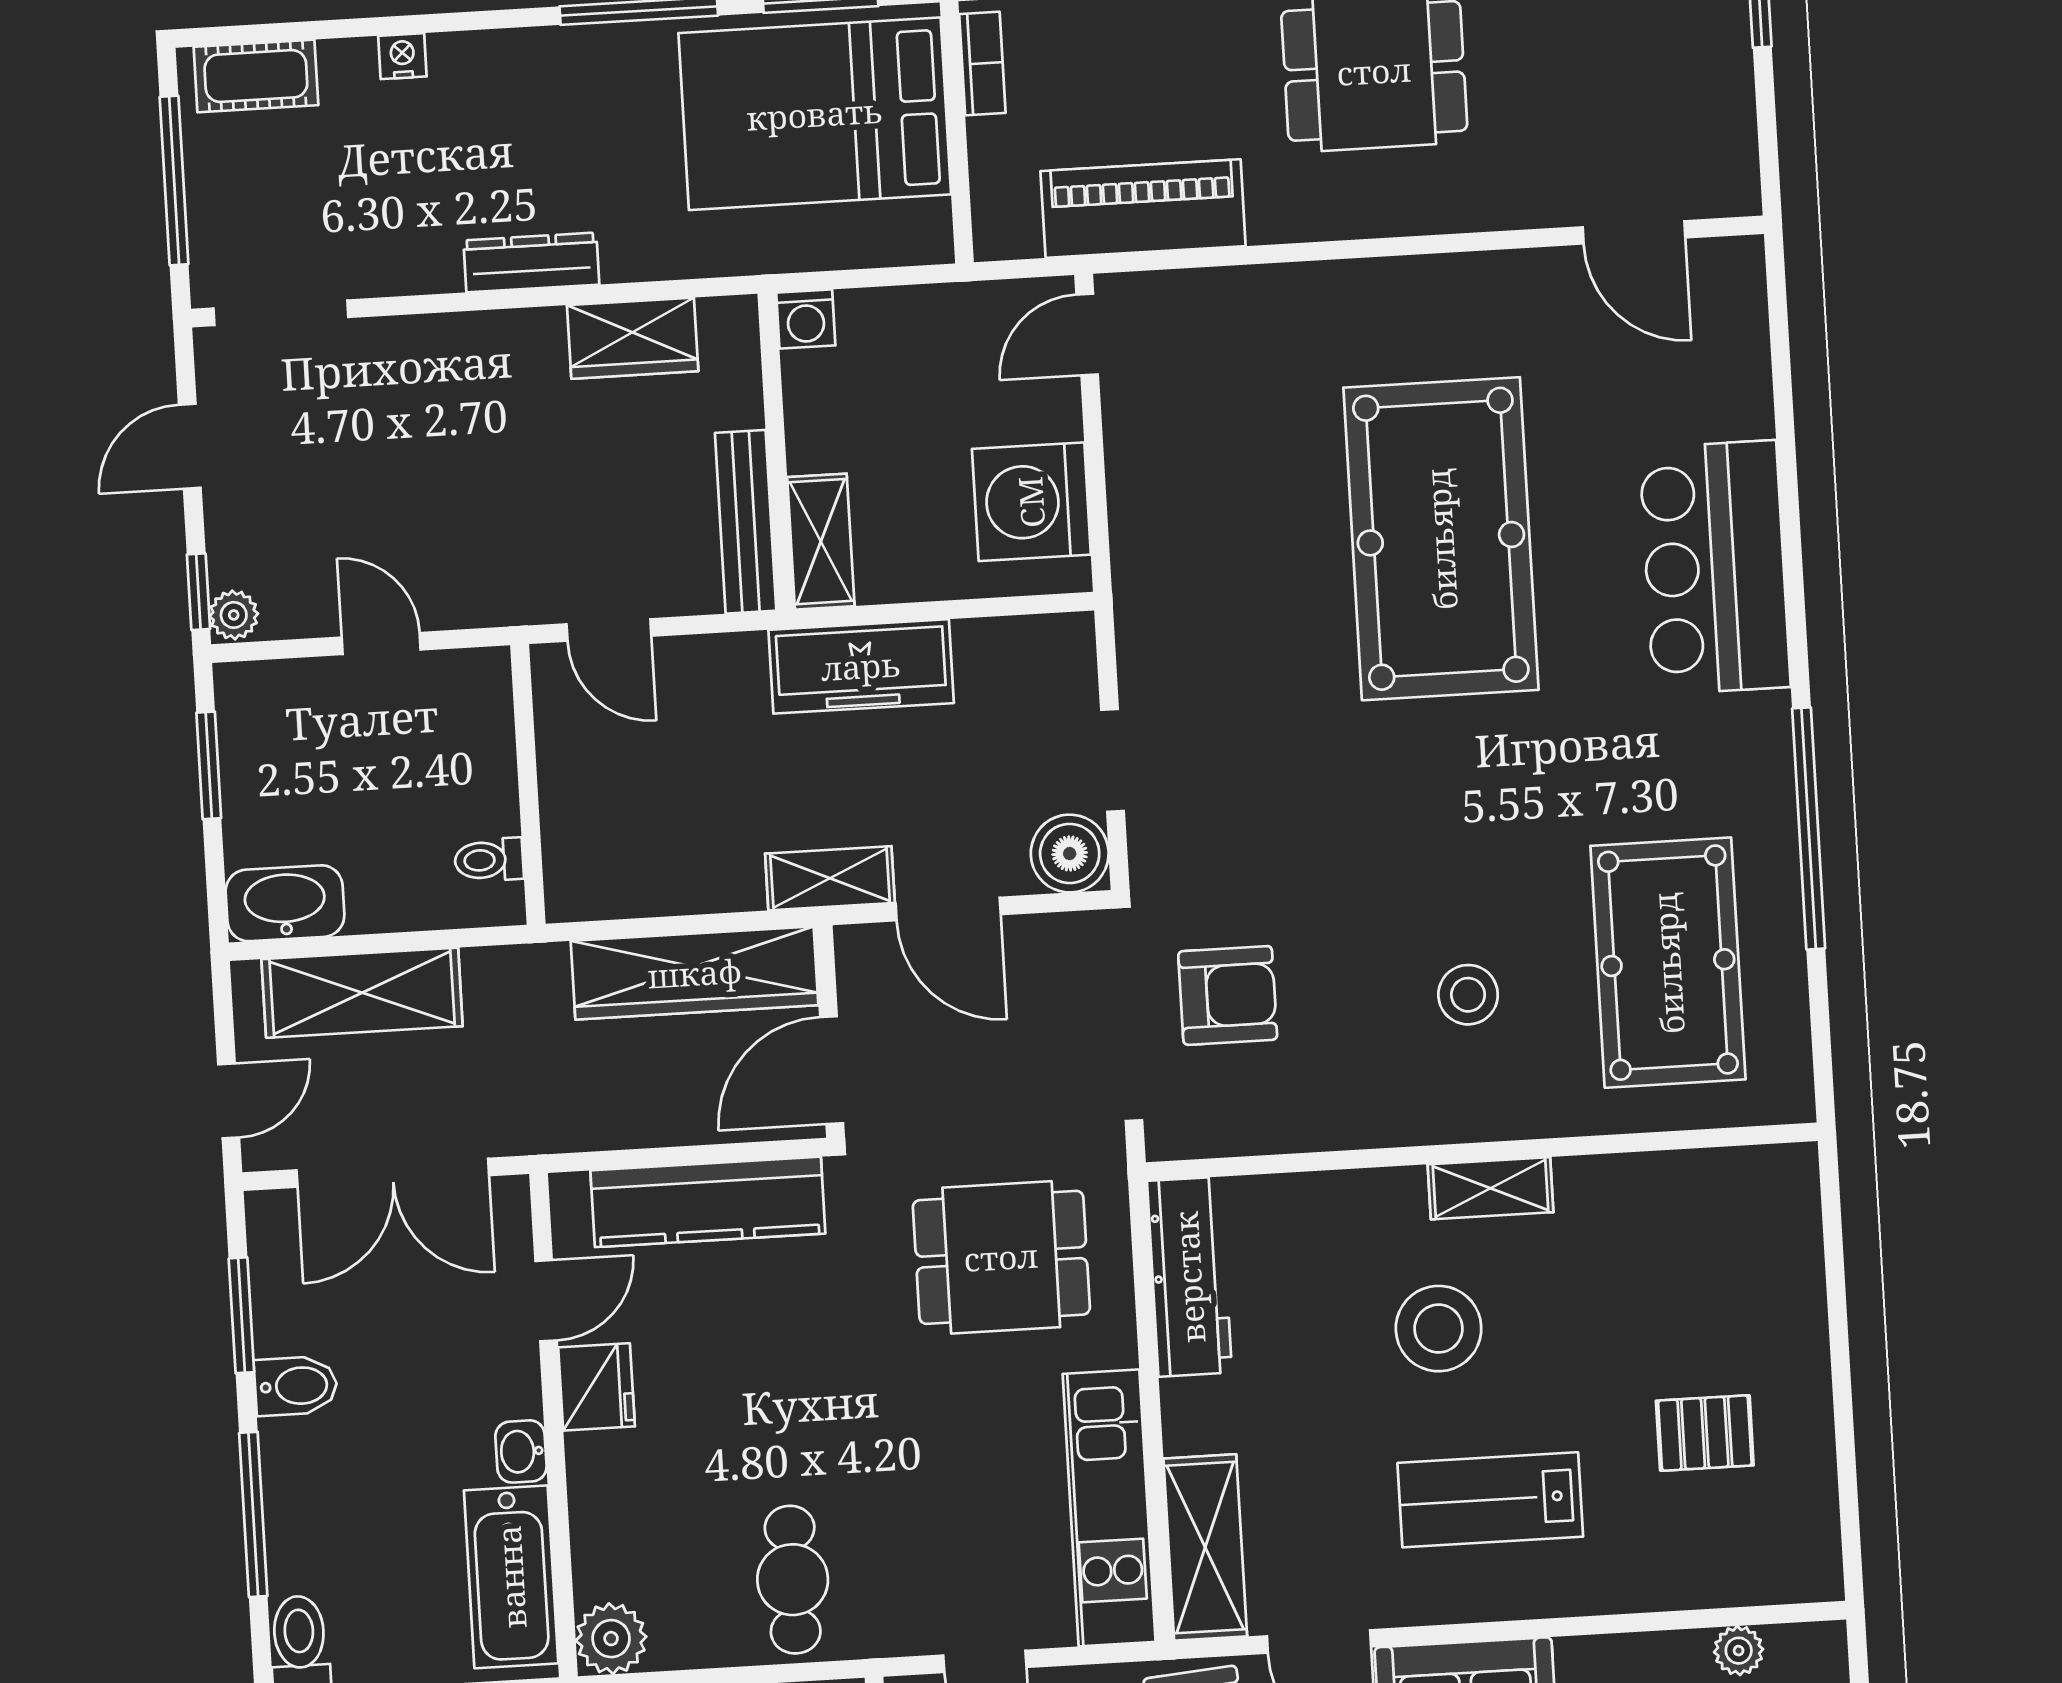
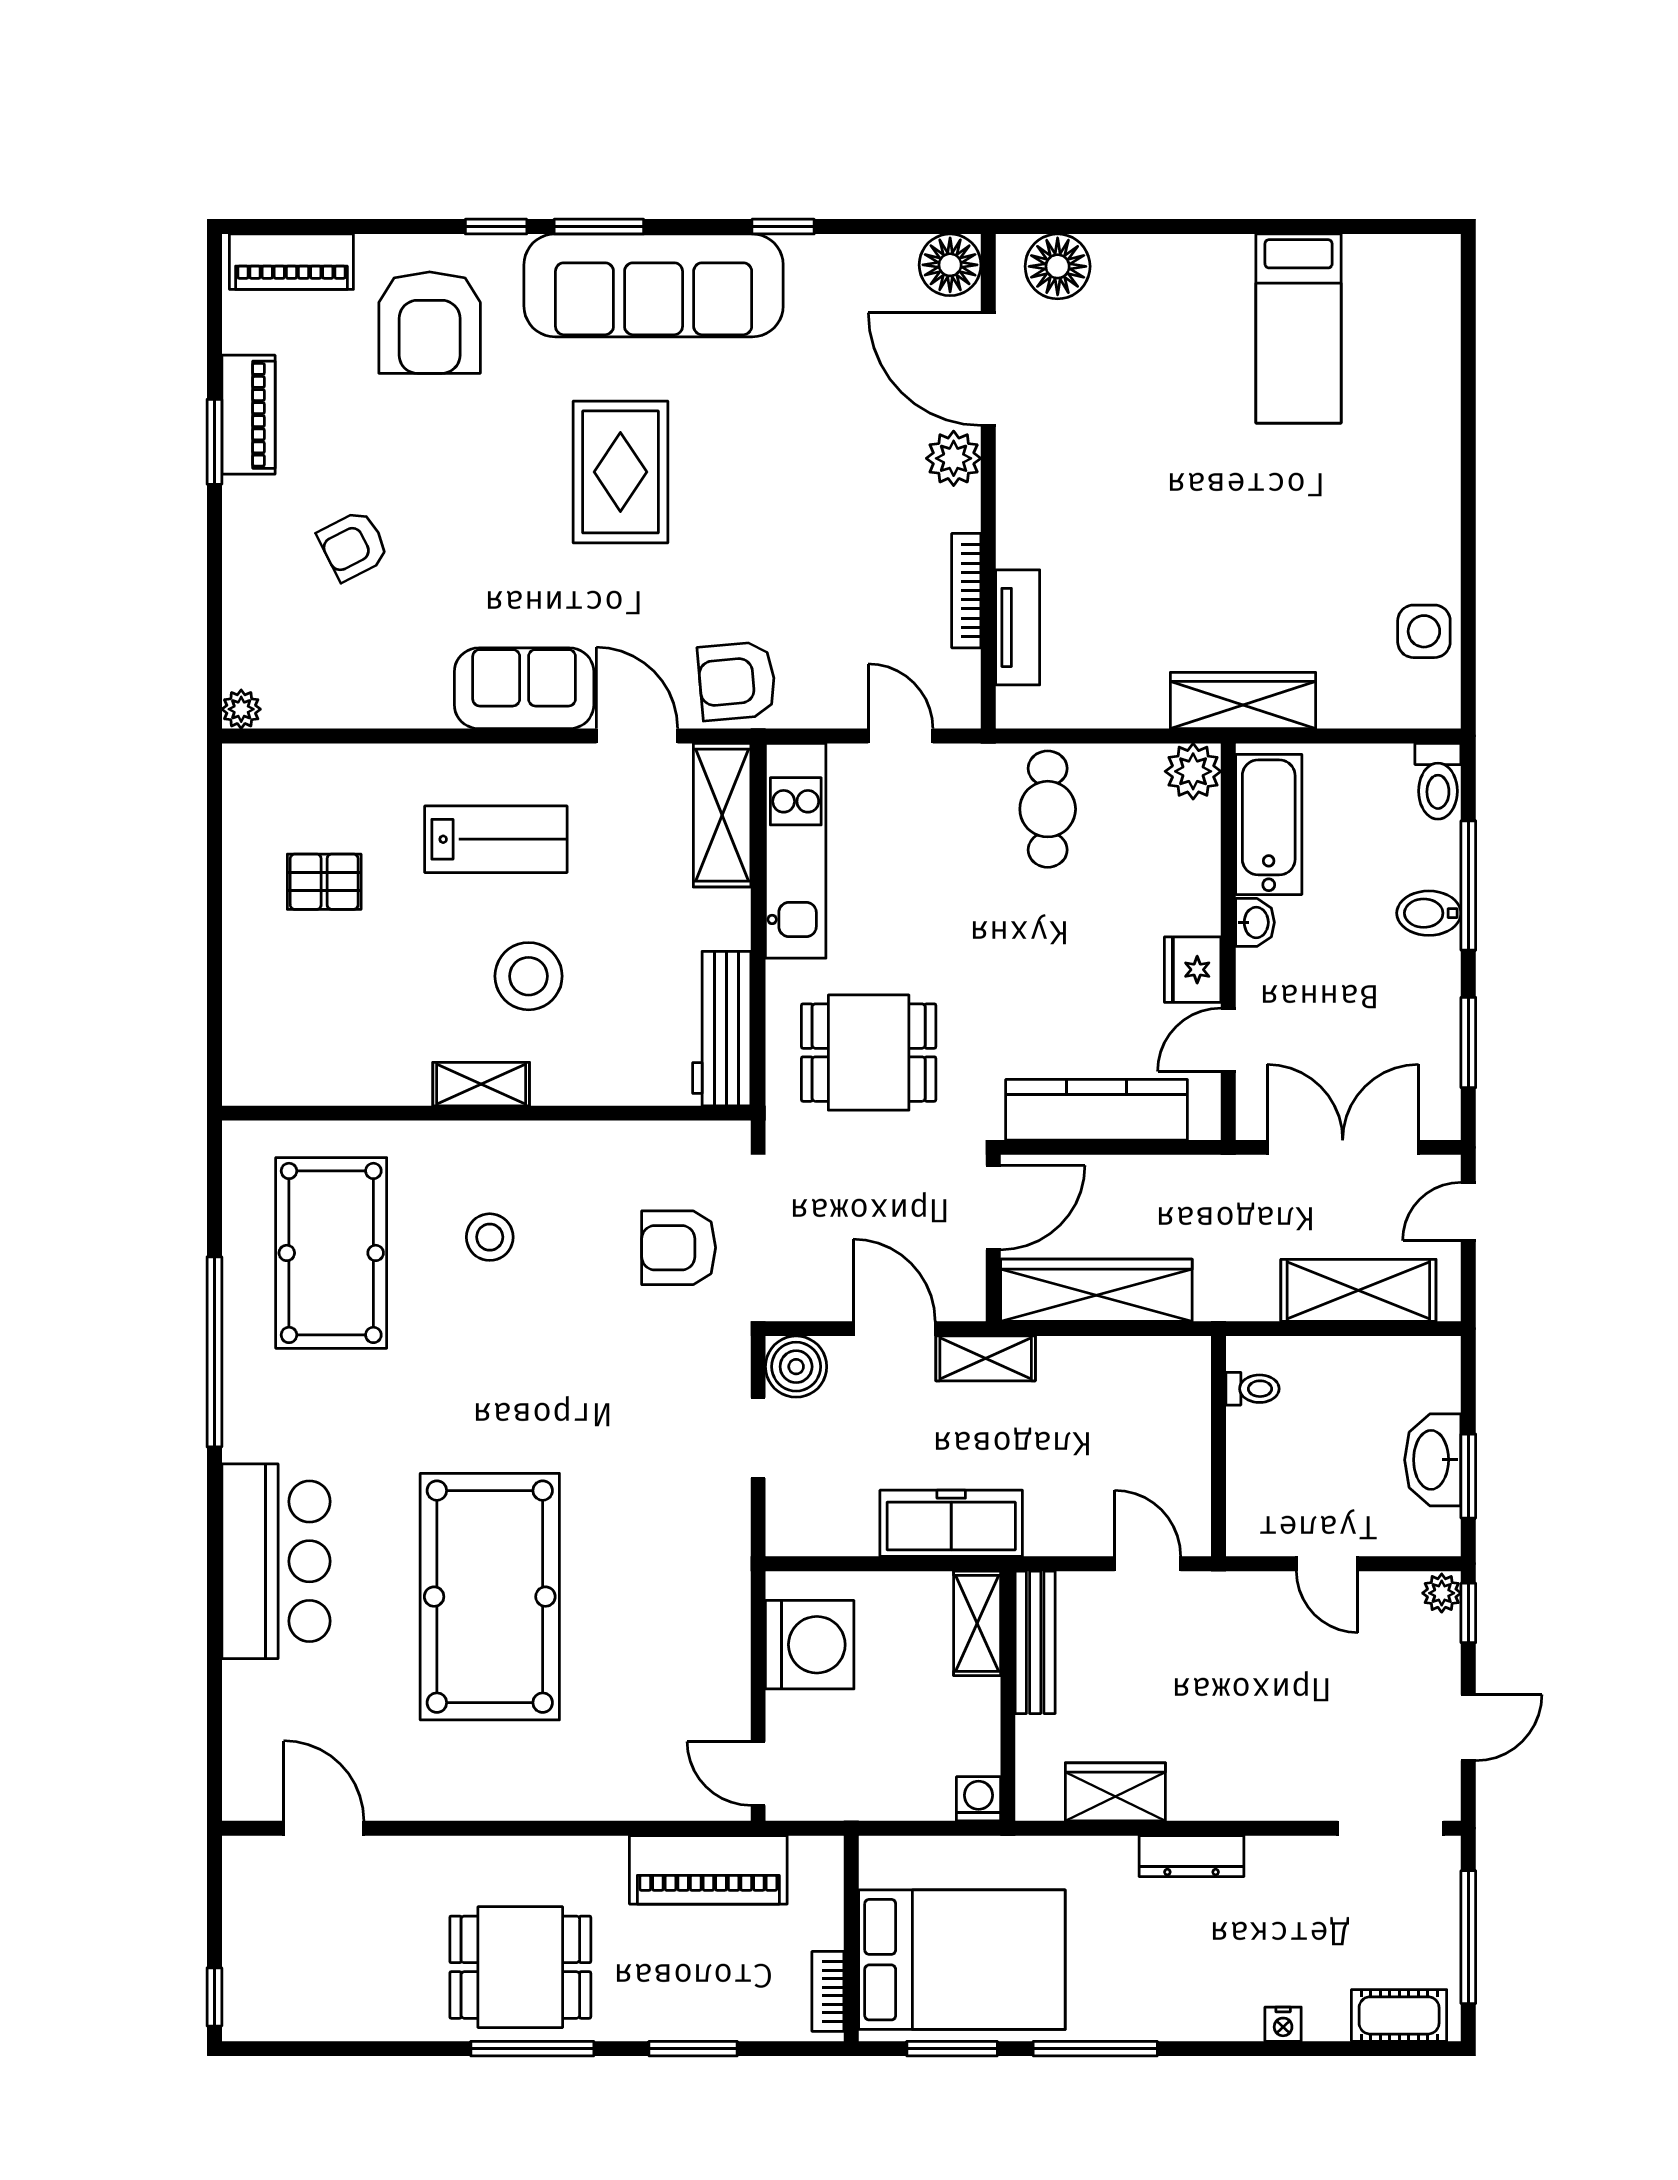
door: (1087, 334) -> (758, 1774), swing flipped
washbasin: (285, 903) -> (1433, 1460), moved, turned 90
bidet: (296, 1386) -> (1429, 913), moved
plant: (1739, 1651) -> (241, 709), moved

